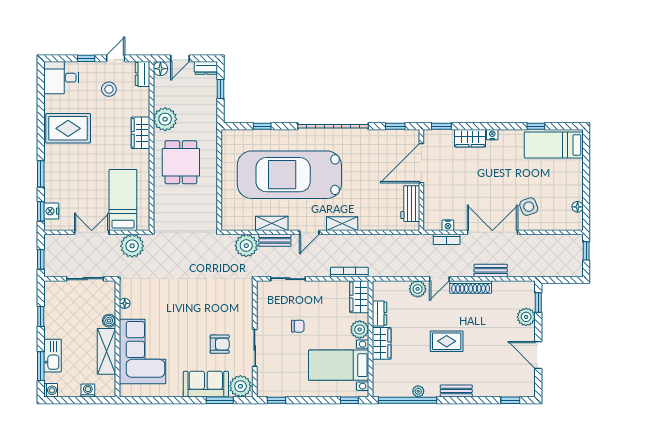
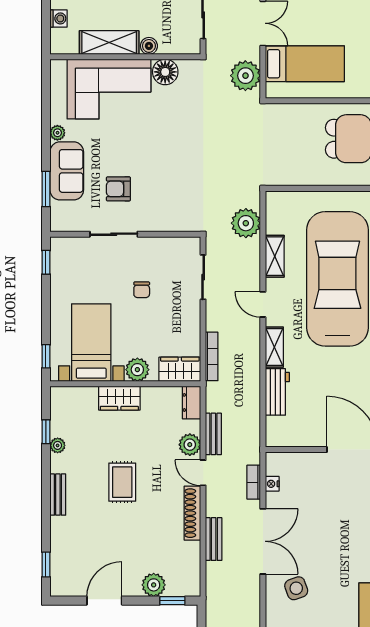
workbench: (410, 204) -> (277, 392), moved, turned 90
bench: (275, 240) -> (213, 434), moved
floor lamp: (125, 303) -> (165, 72), width x1.89, depth x1.89
dresser: (379, 314) -> (191, 402), moved, turned 90
armchair: (220, 344) -> (118, 189), turned 90
plant: (240, 386) -> (57, 133), moved, width x0.53, depth x0.53
window: (408, 400) -> (46, 432), width x0.32

